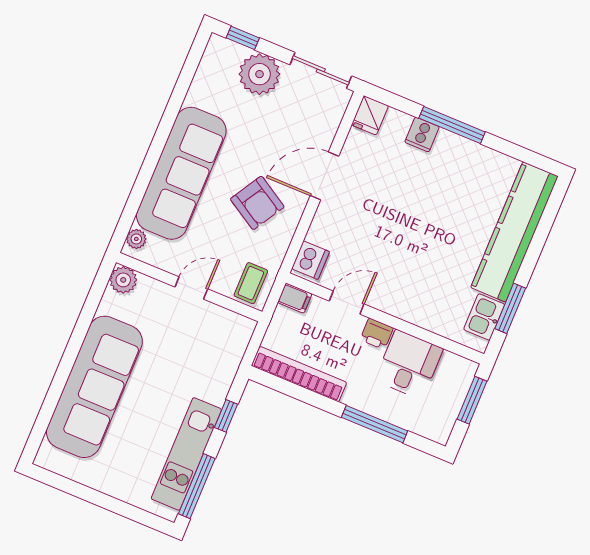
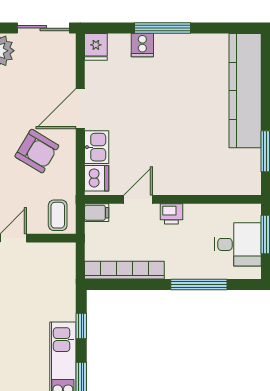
kitchen sink: (484, 317) -> (97, 147), moved, turned 180
desk: (409, 364) -> (238, 244), moved, turned 90

